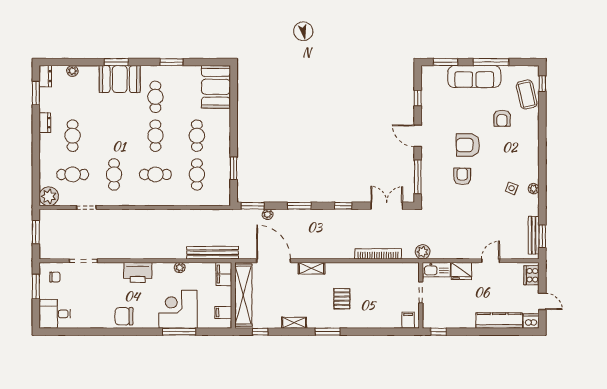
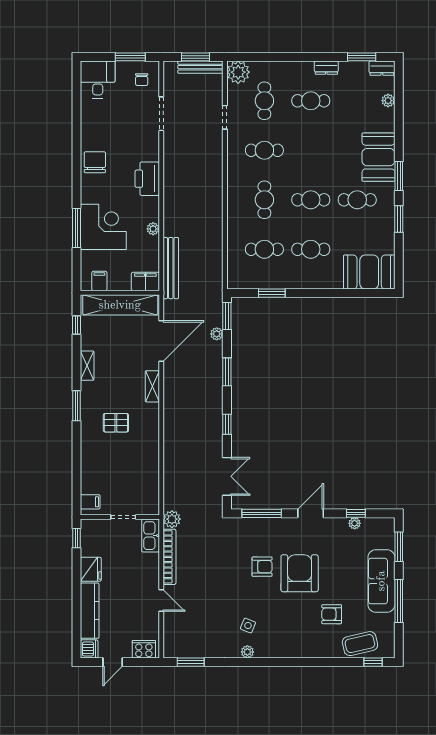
window: (116, 62) -> (399, 176), moved
plant: (426, 99) -> (355, 523), added
armchair: (468, 145) -> (300, 573), width x1.36, depth x1.36
bench: (534, 235) -> (200, 67), moved
bookcase: (378, 254) -> (169, 557), moved
fridge: (461, 271) -> (91, 569), moved, turned 180

